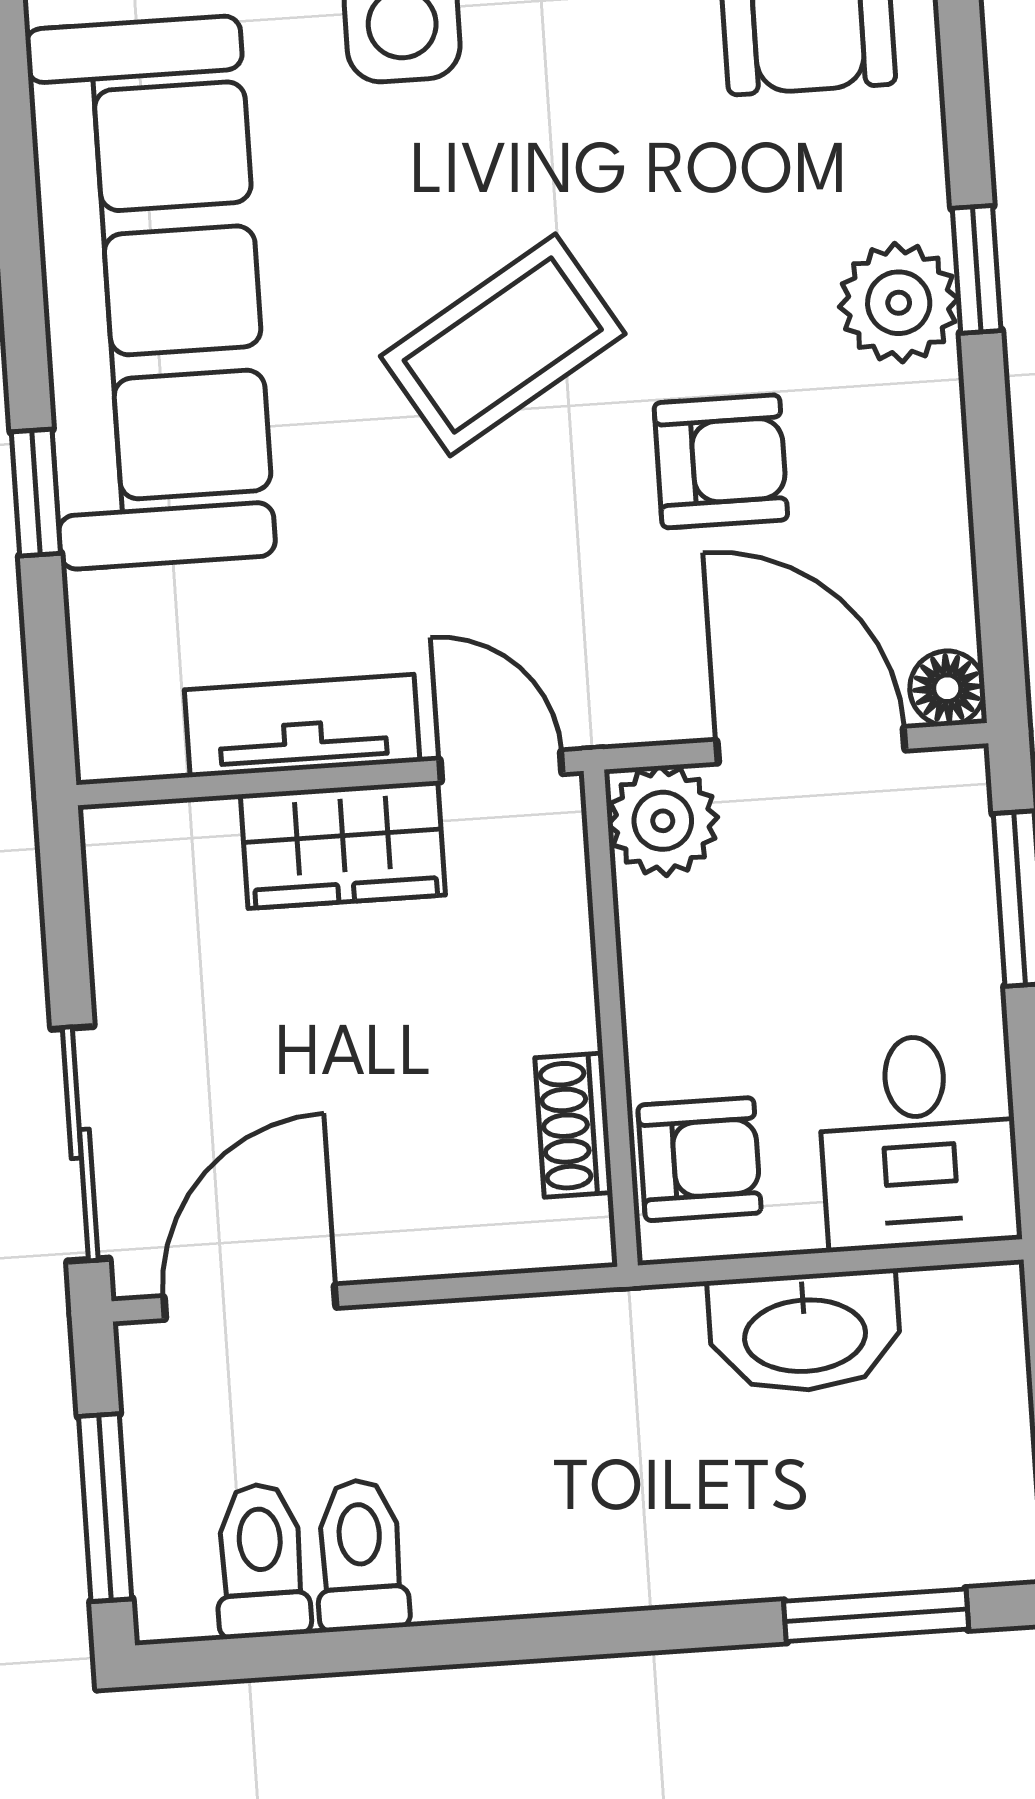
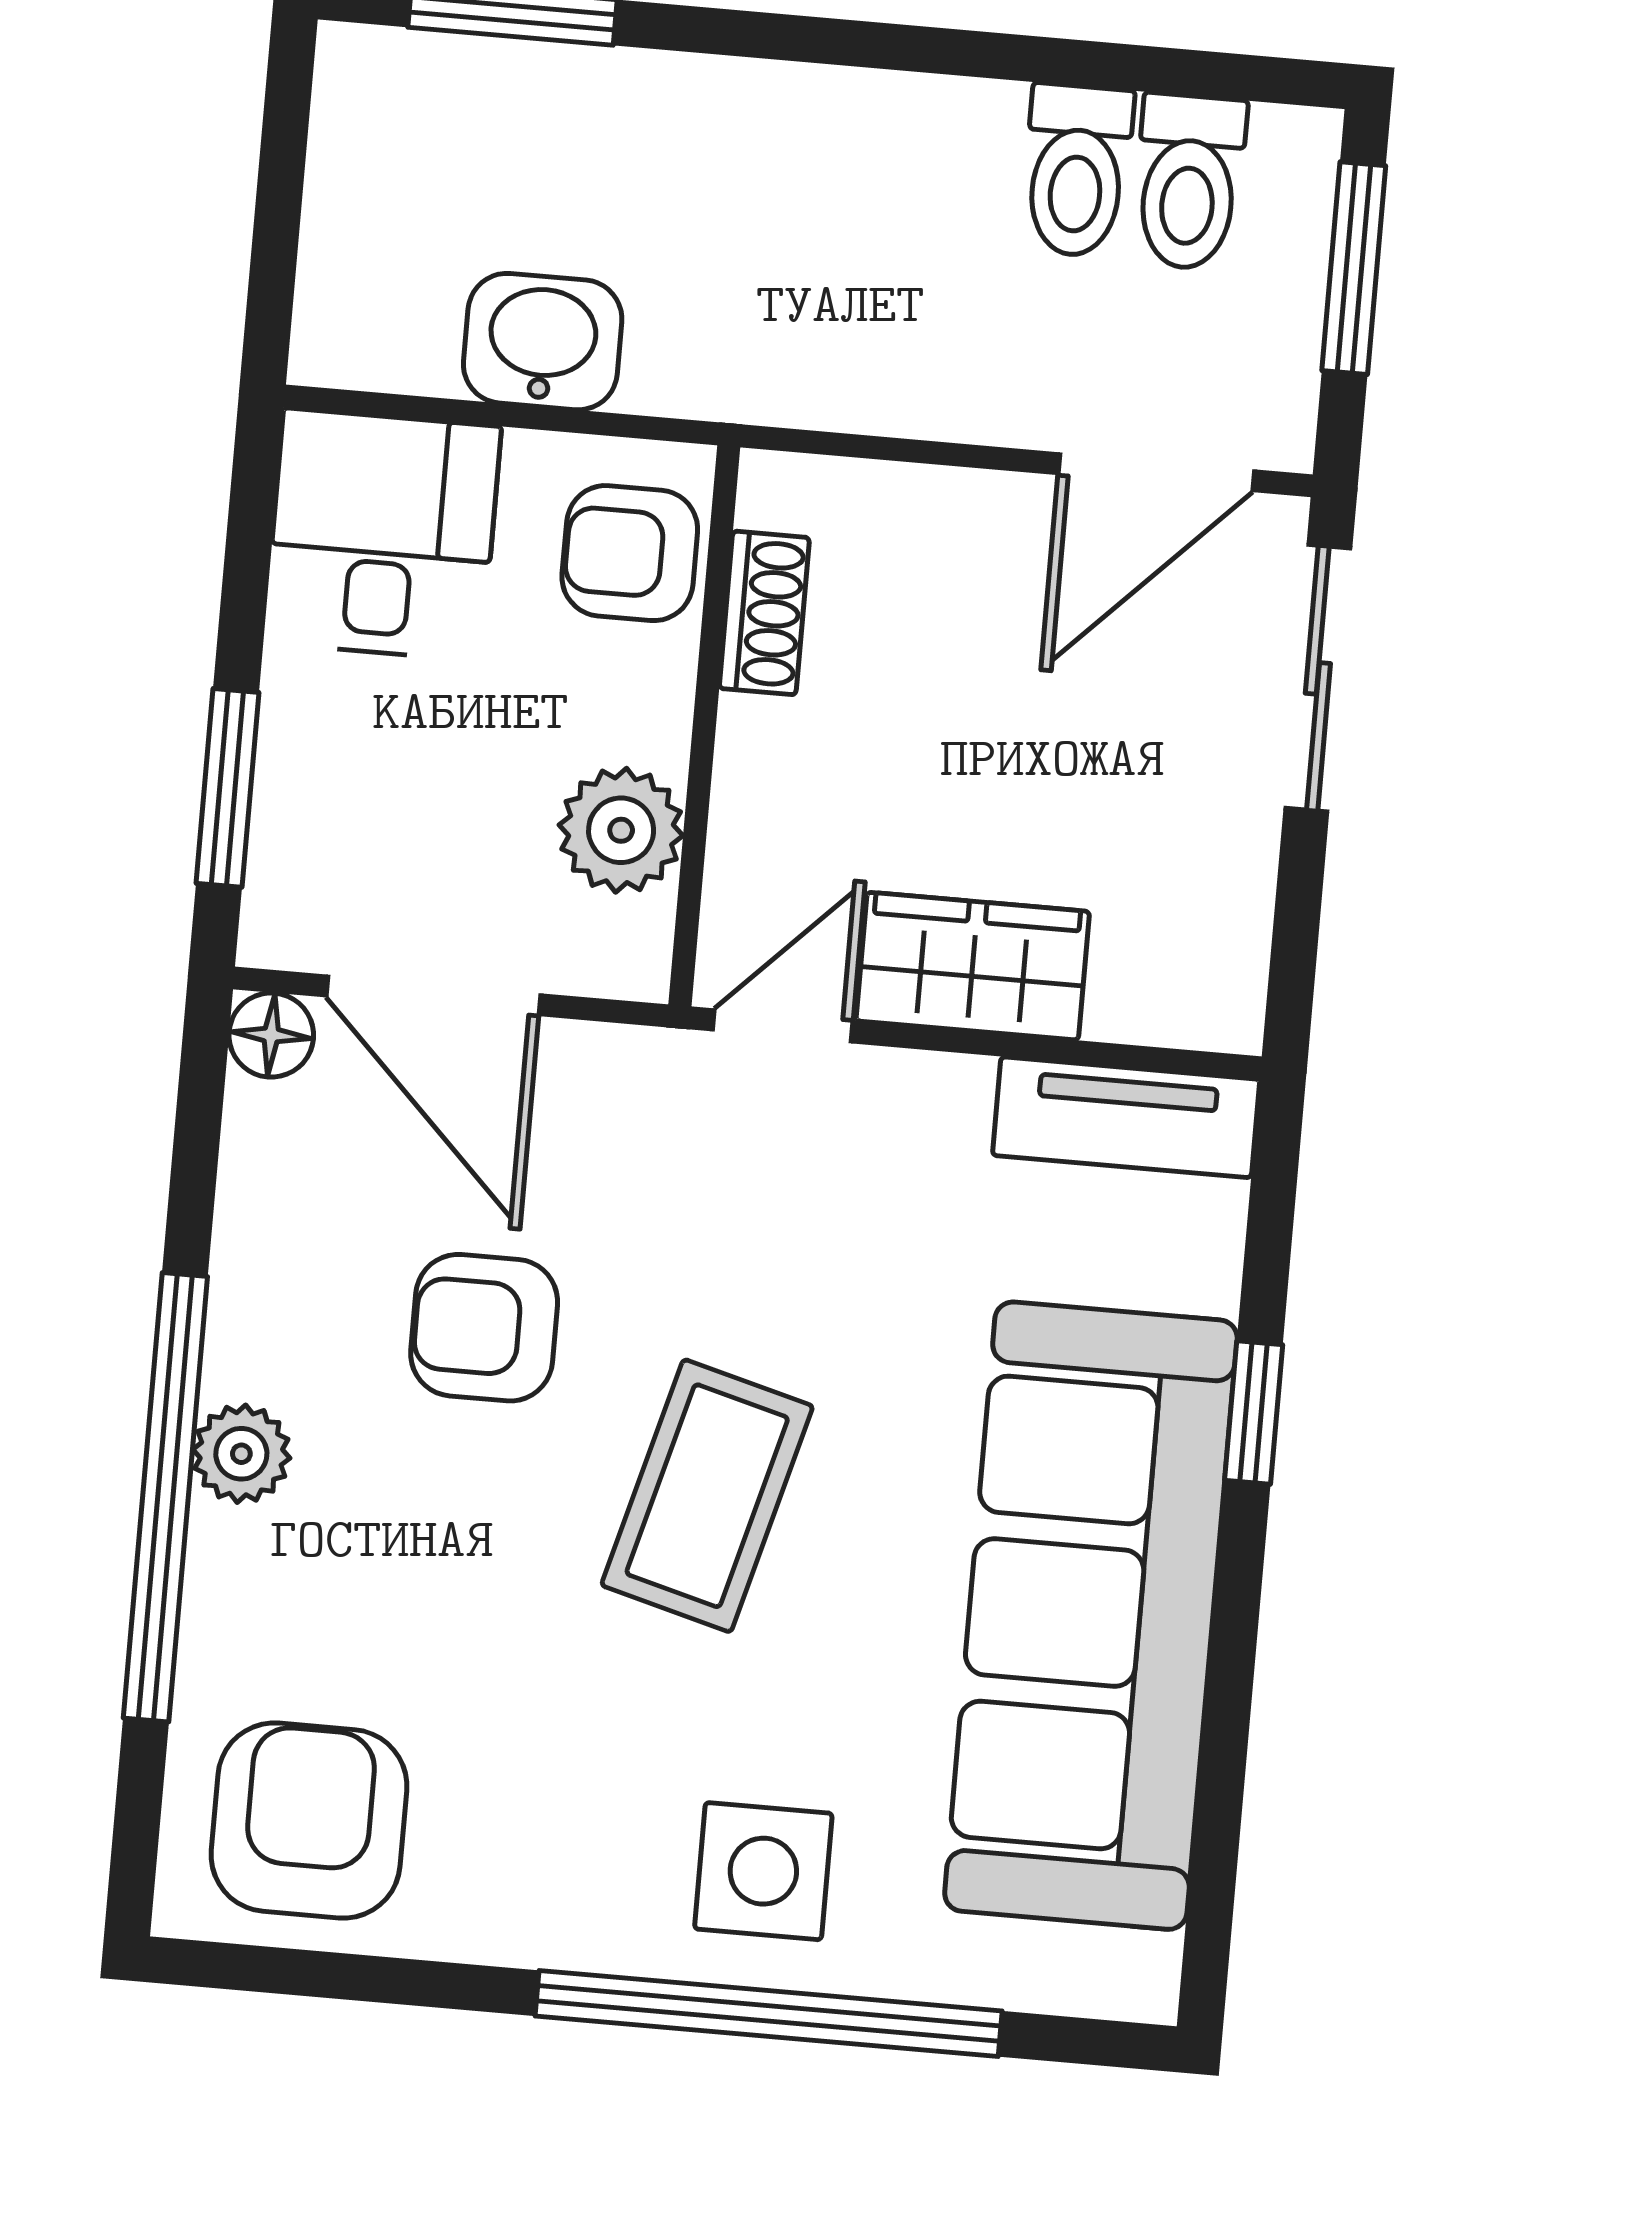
window: (977, 269) -> (165, 1497), width x3.17
plant: (899, 303) -> (241, 1454), width x0.73, depth x0.73
coffee table: (503, 345) -> (707, 1496), turned -44
tv unit: (302, 726) -> (1126, 1117), moved
door: (501, 766) -> (783, 1026), swing flipped
plant: (663, 821) -> (621, 830), moved
washbasin: (805, 1332) -> (543, 342), width x0.72

